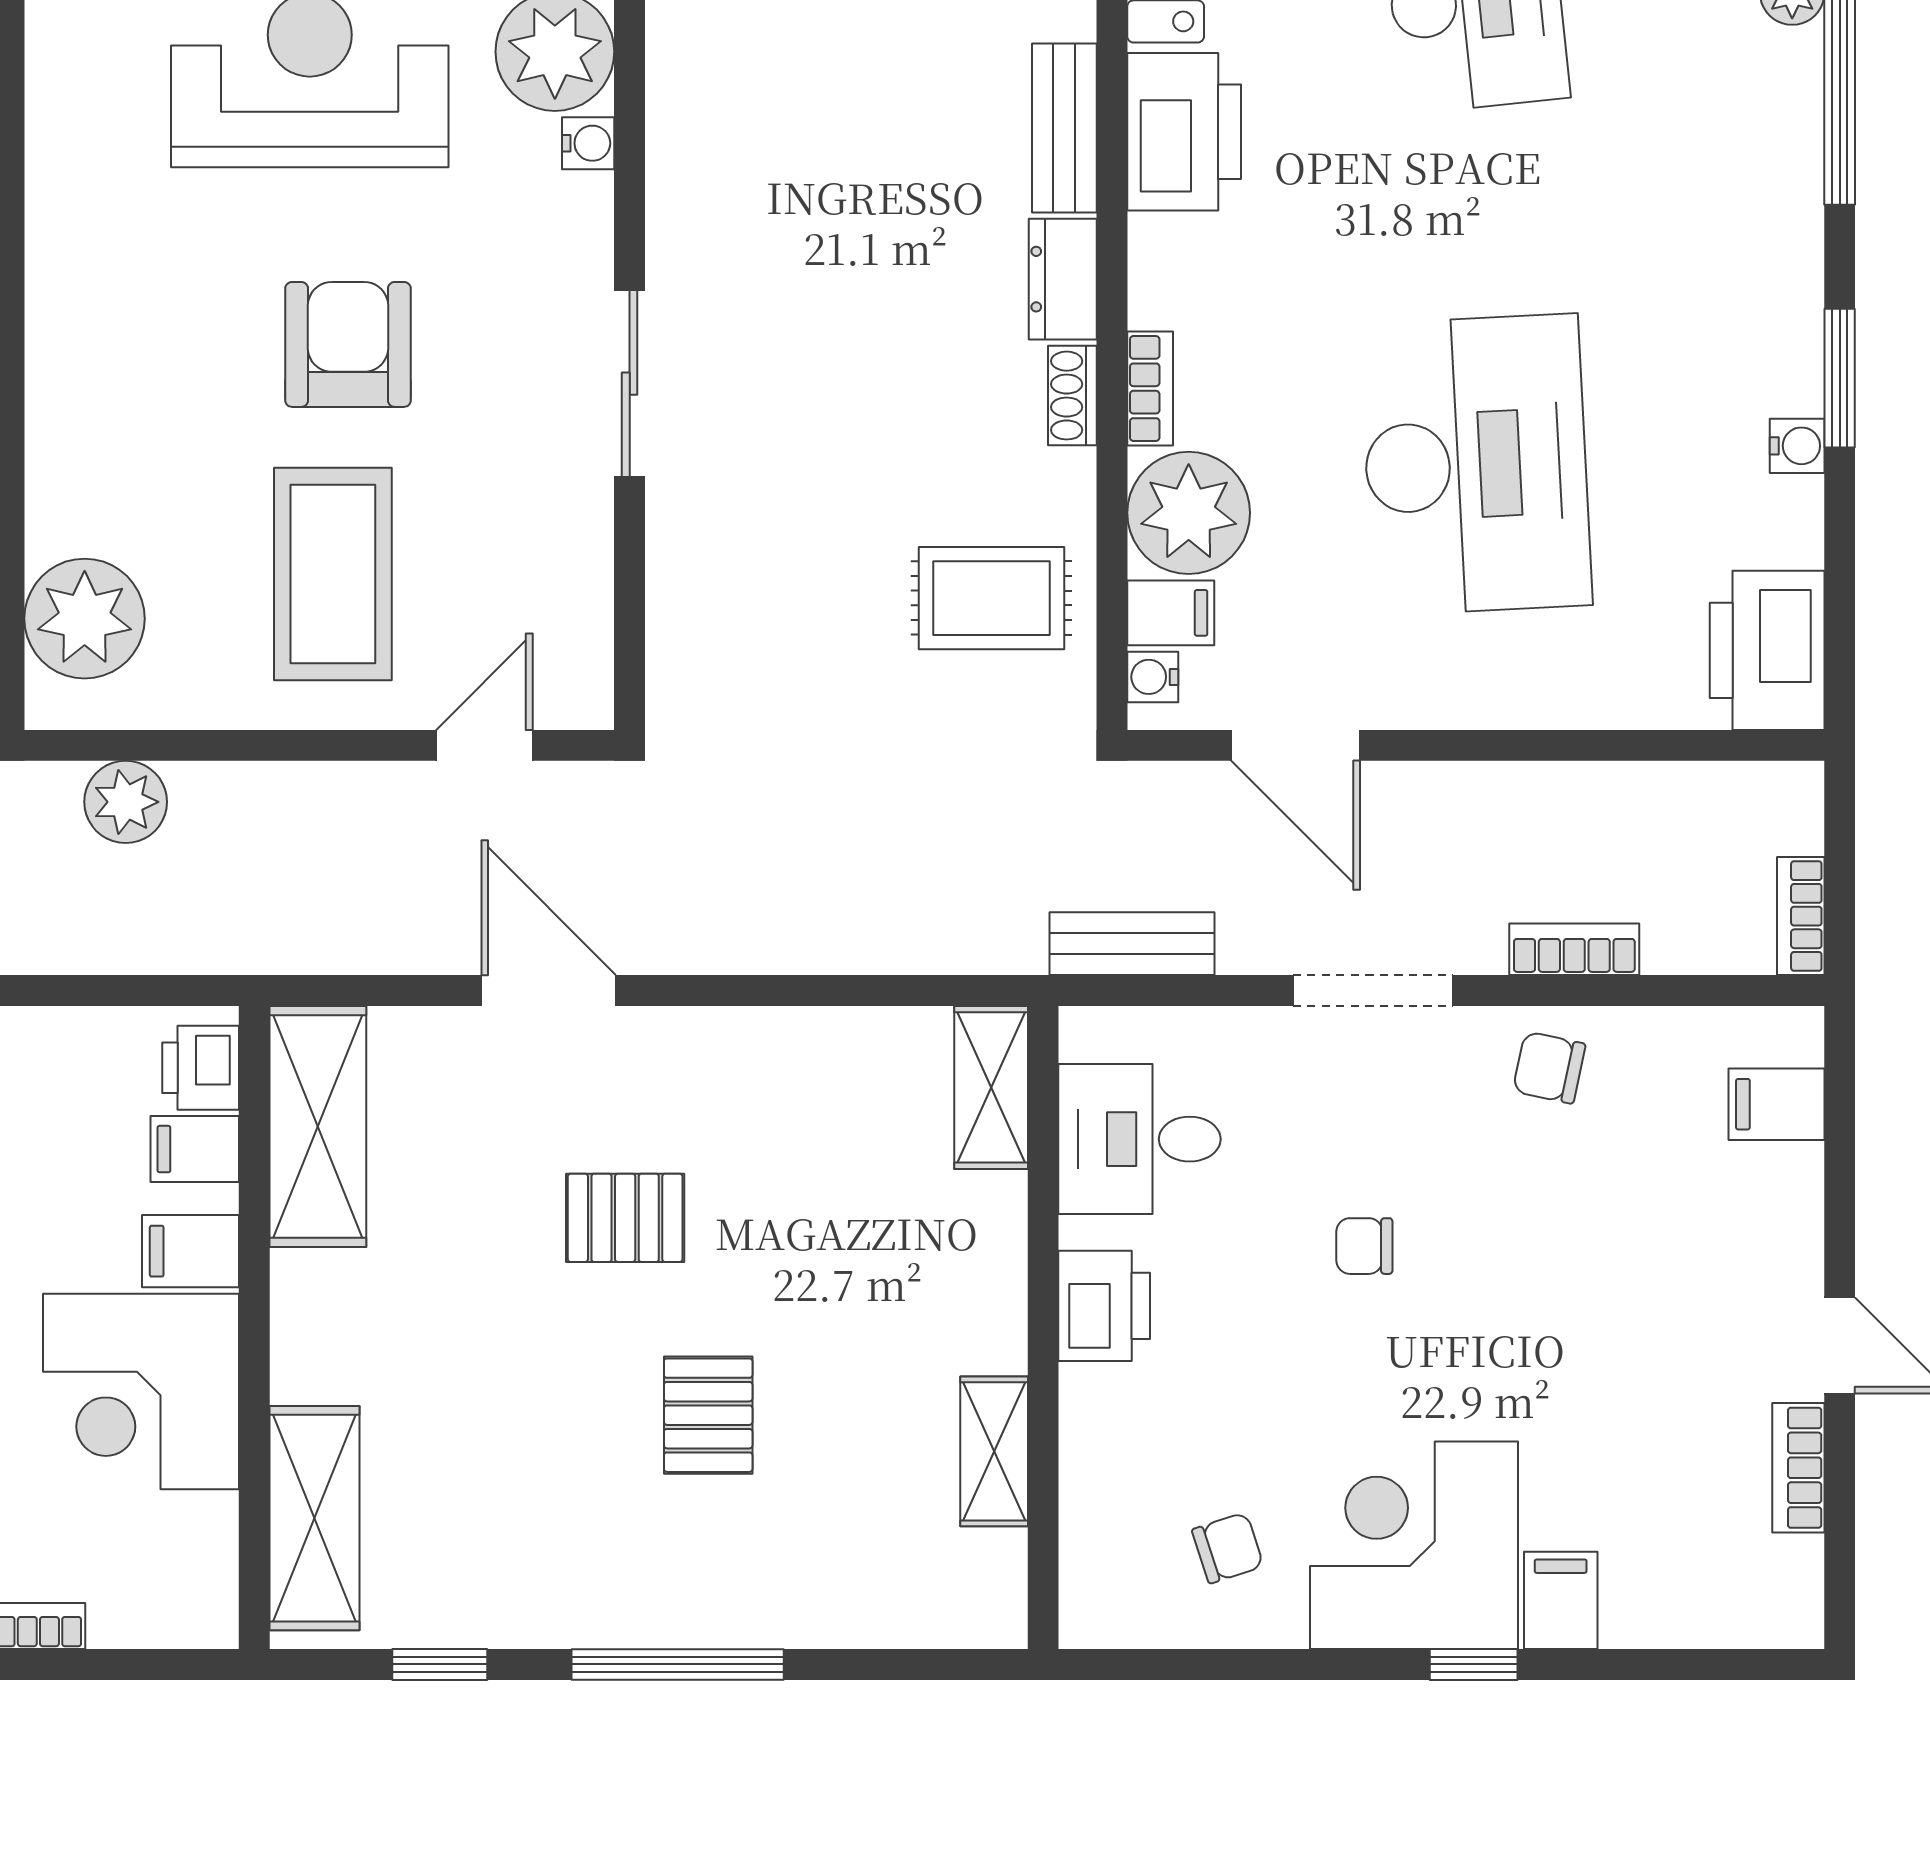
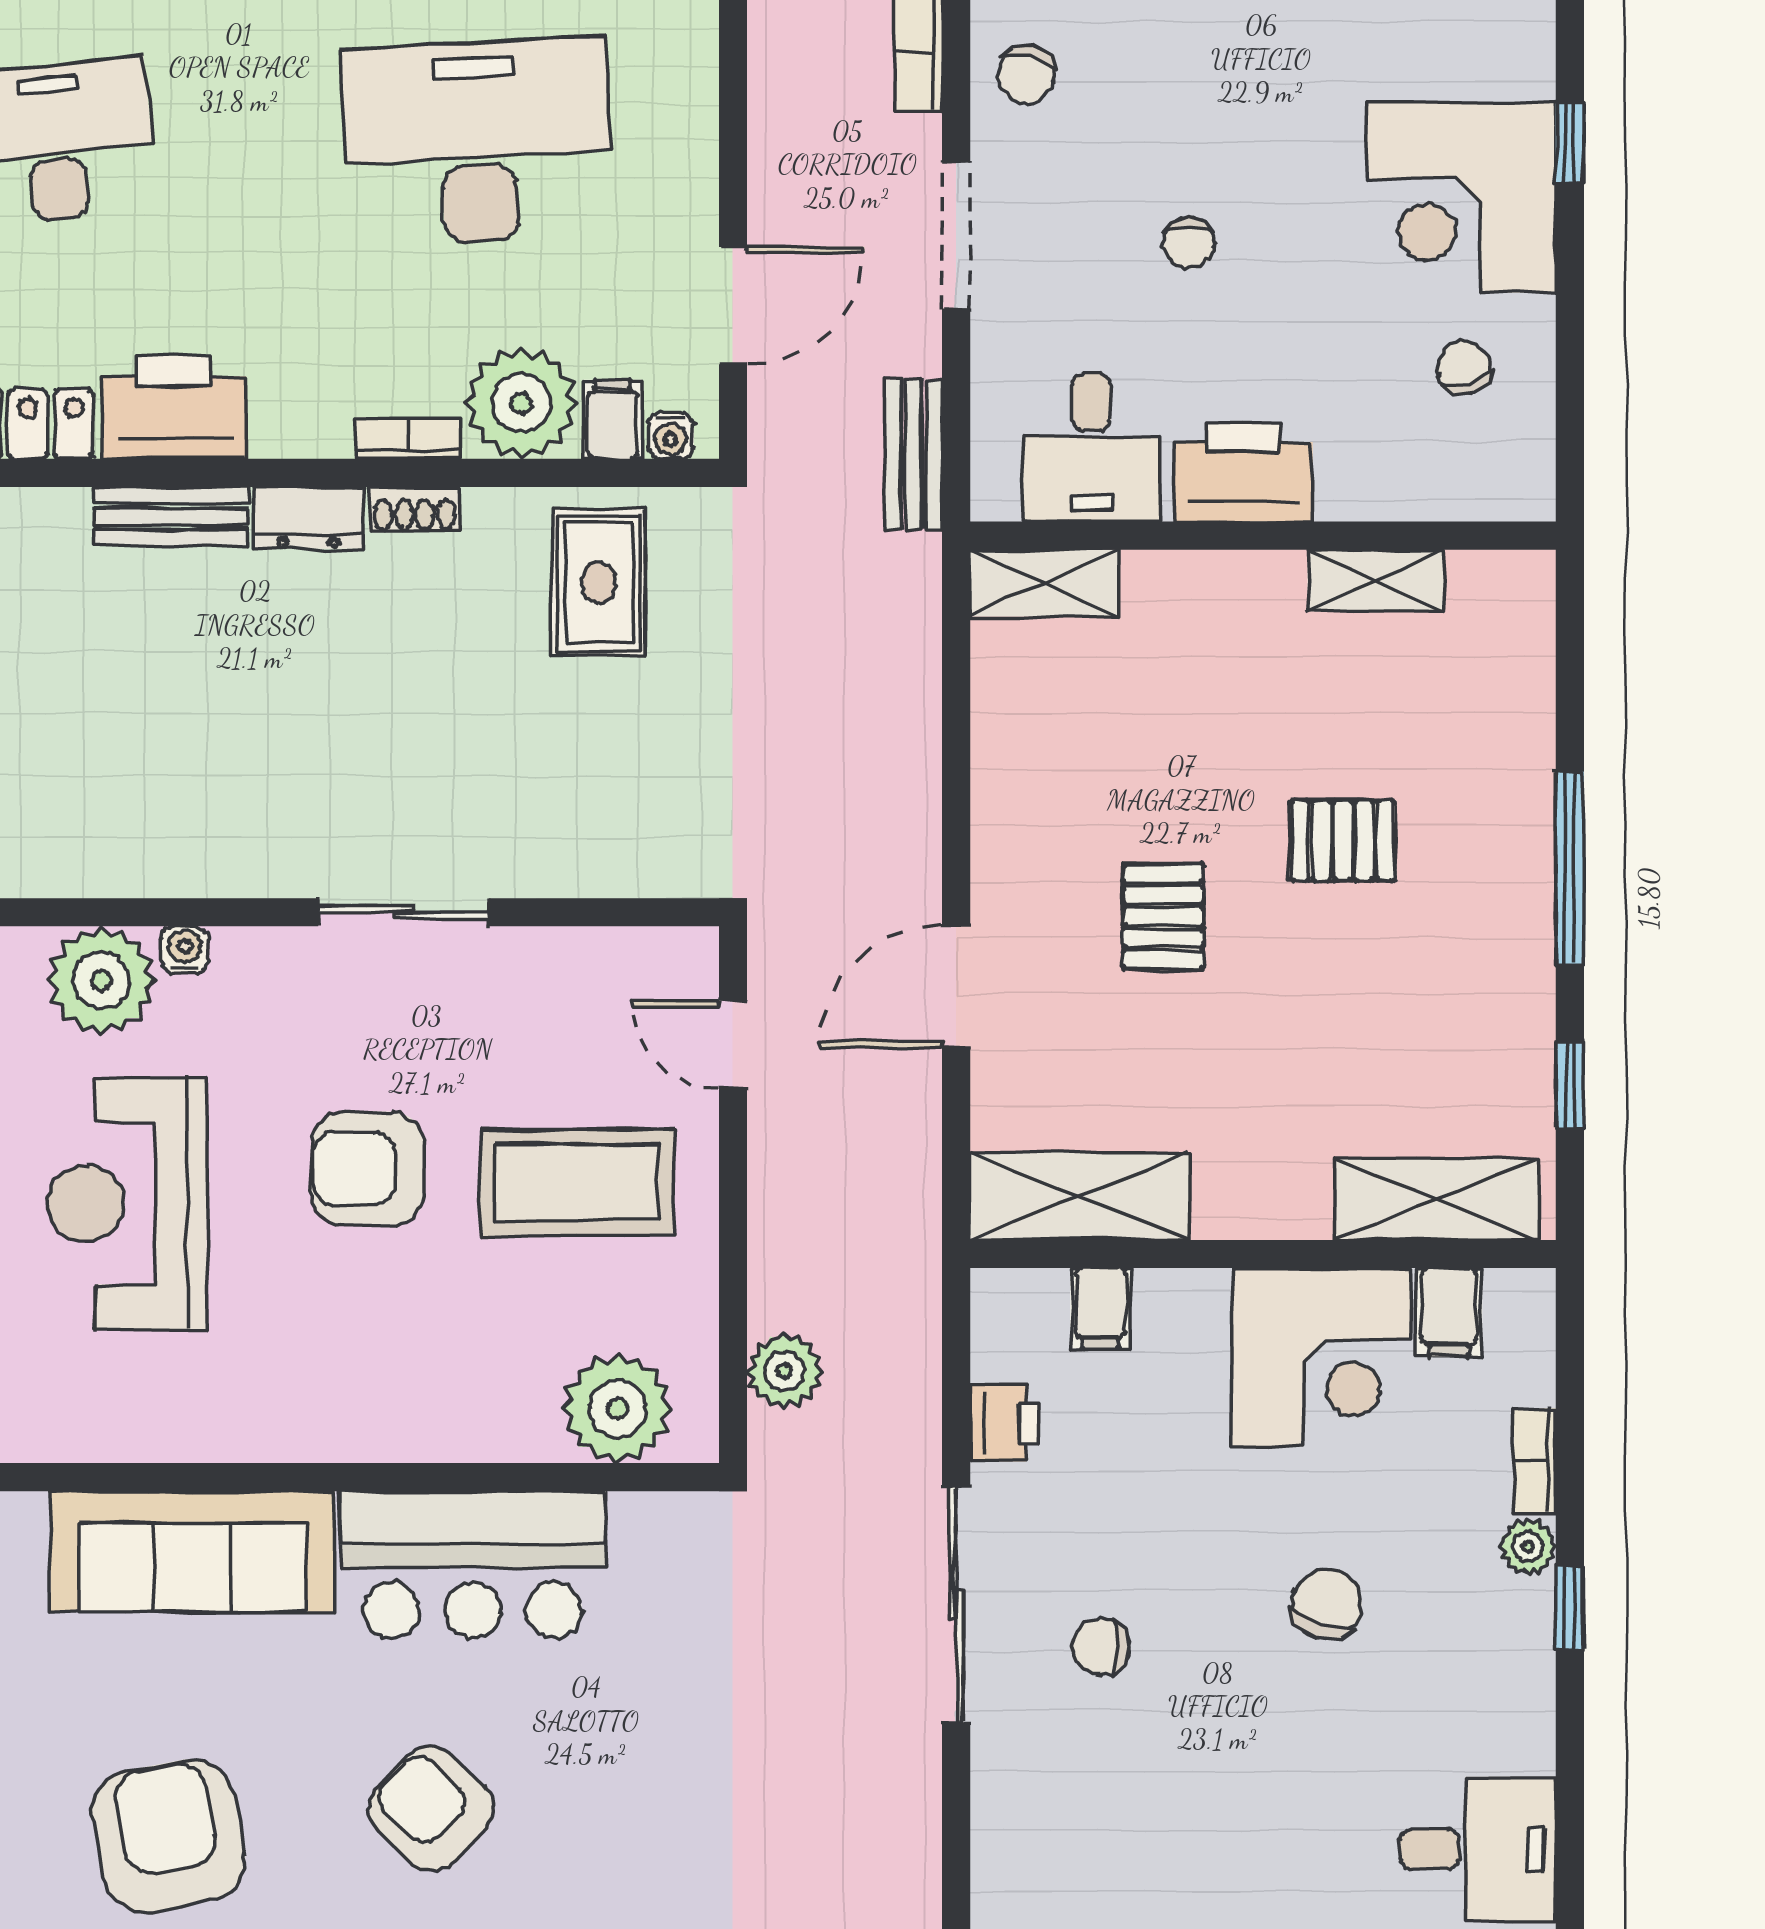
printer: (201, 1068) -> (1005, 1423), moved, turned -90
filing cabinet: (191, 1251) -> (1449, 1312), moved
printer: (1104, 1306) -> (1243, 472), width x1.37, depth x1.19
filing cabinet: (1561, 1600) -> (1512, 64), removed

